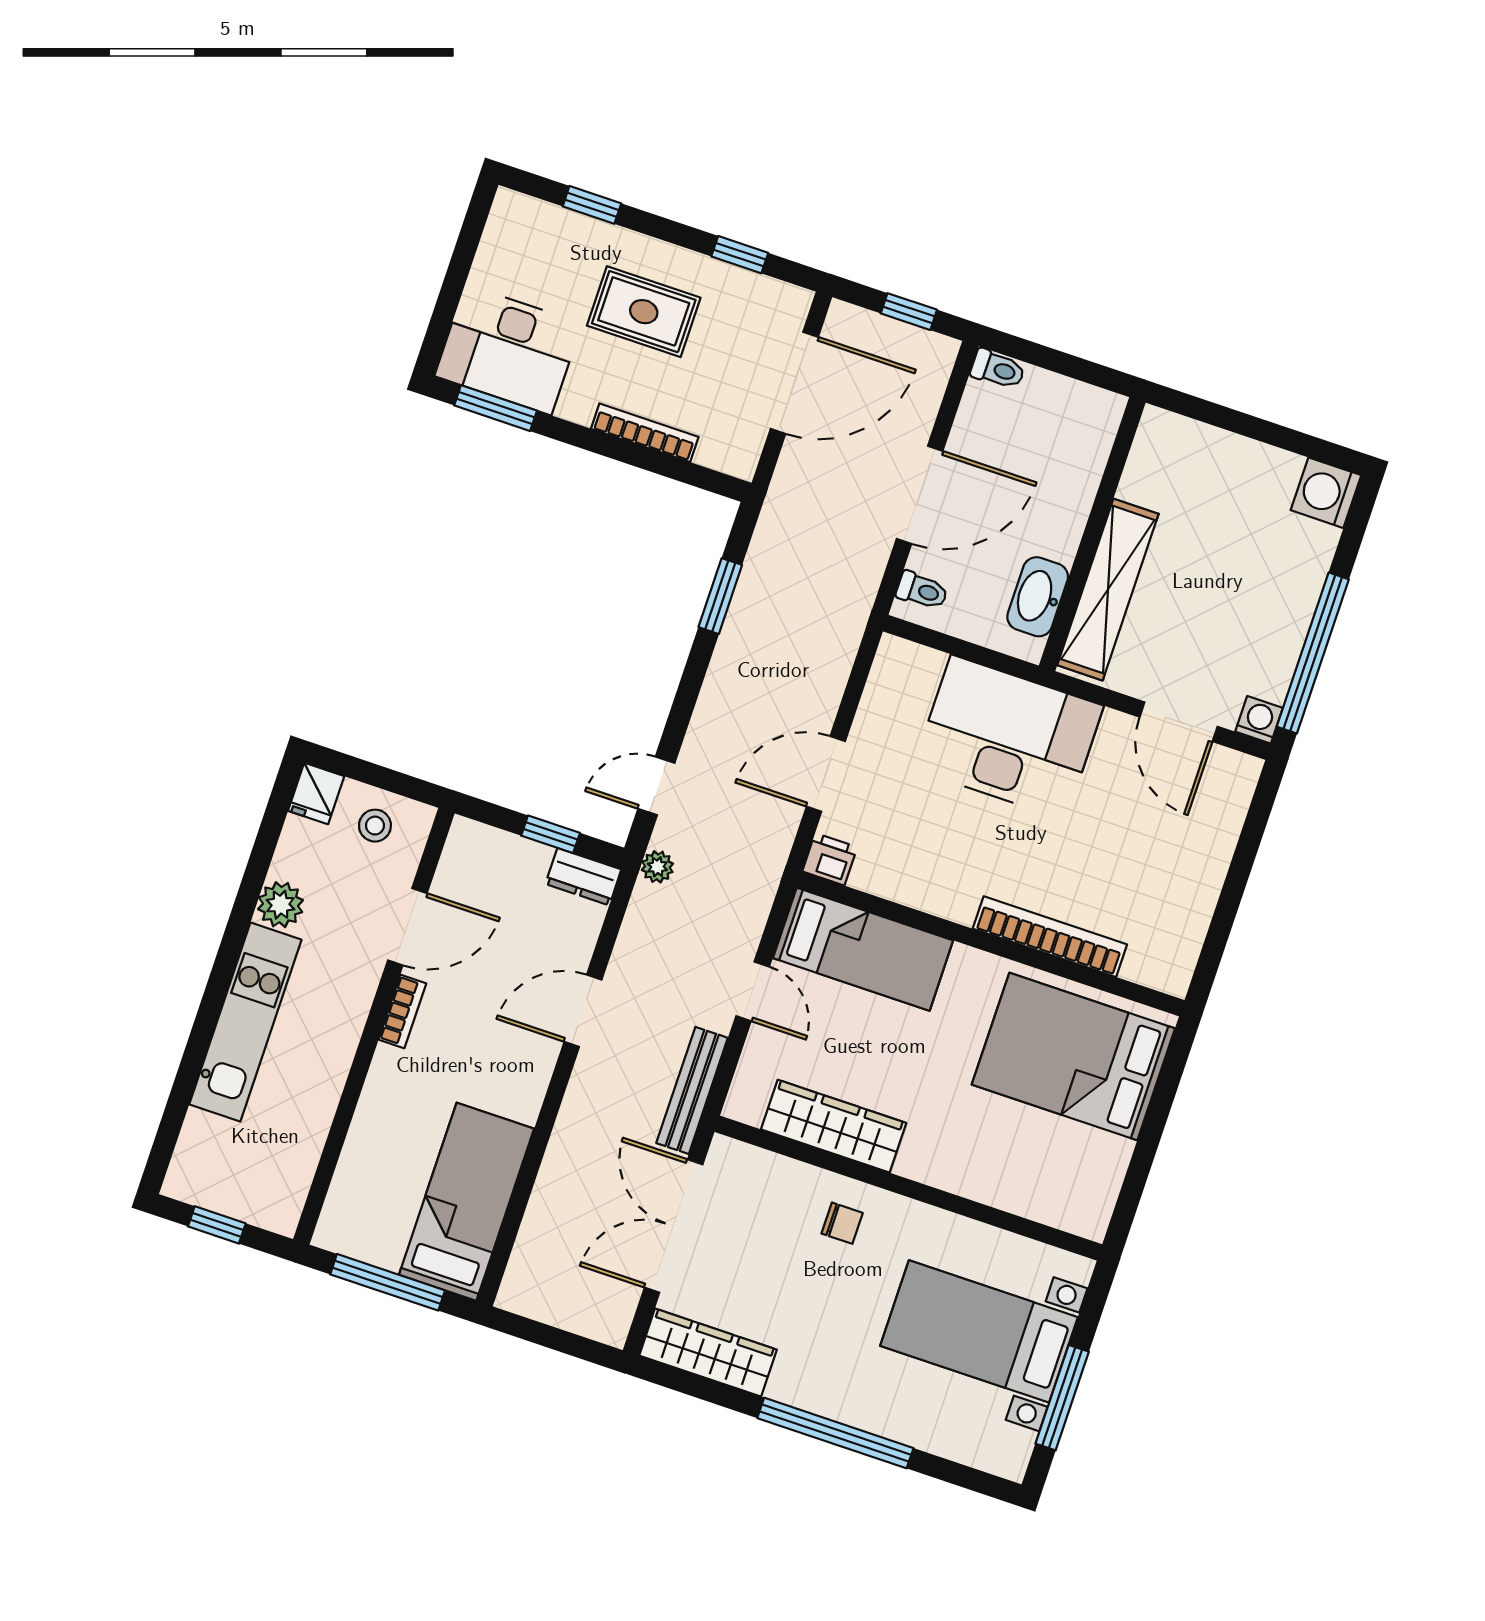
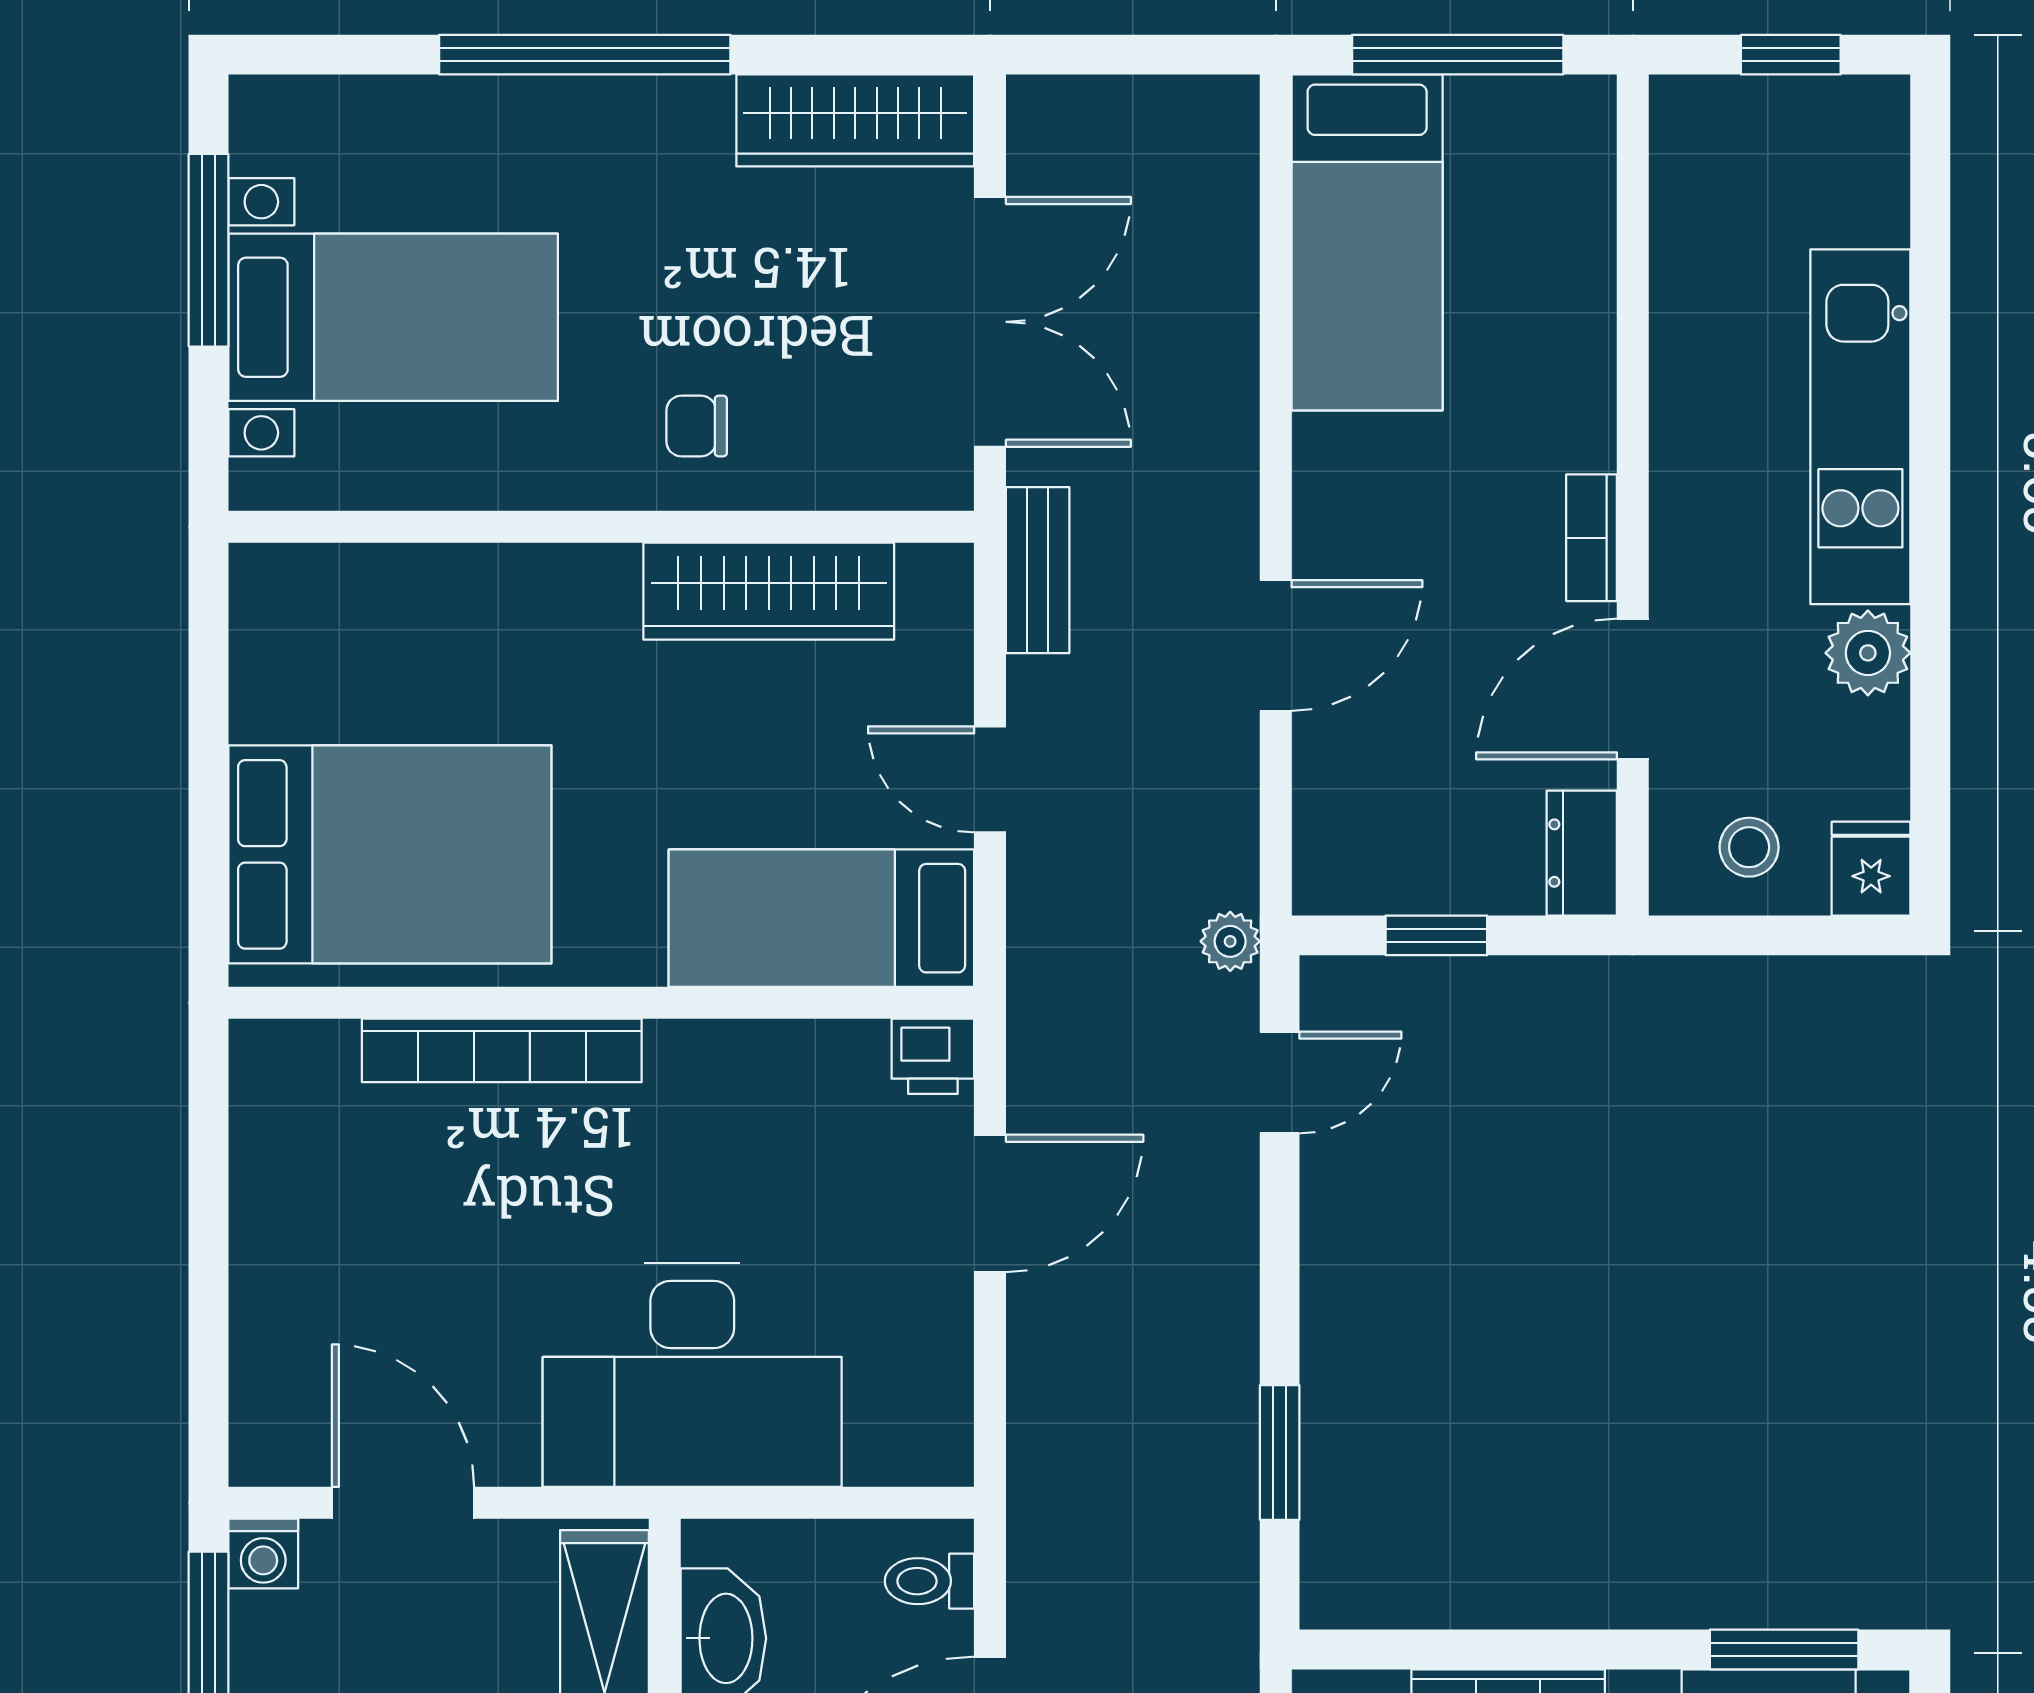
dresser: (583, 877) -> (1582, 853), moved, turned -90
bench: (692, 1090) -> (1038, 570), width x0.73

